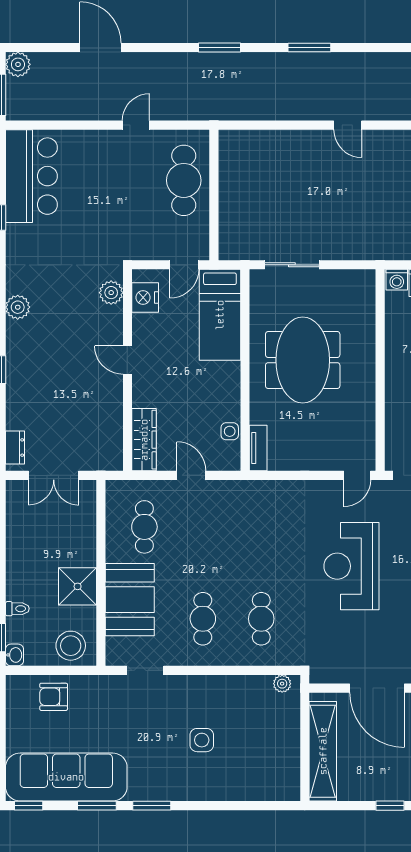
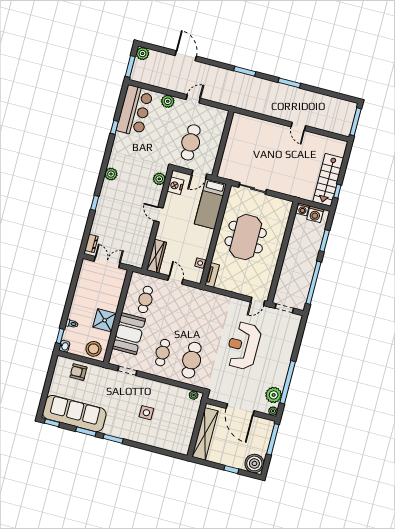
plant: (89, 142) -> (168, 101), added
cafe table: (184, 180) -> (191, 142), moved
double door: (54, 475) -> (107, 262), swing flipped
cafe table: (261, 619) -> (192, 360), width x1.37, depth x1.35

